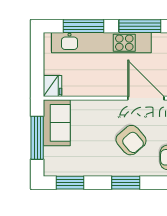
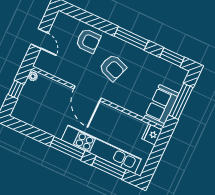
armchair: (131, 140) -> (113, 68), turned 151
window: (126, 183) -> (131, 38), width x1.44

